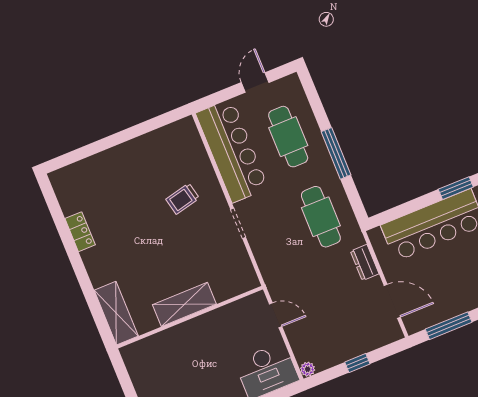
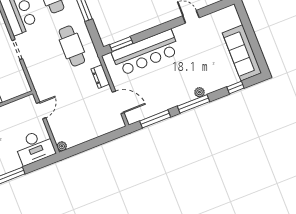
window: (456, 188) -> (121, 44), moved
door: (276, 315) -> (41, 111), hinge flipped
window: (357, 363) -> (95, 143), removed

